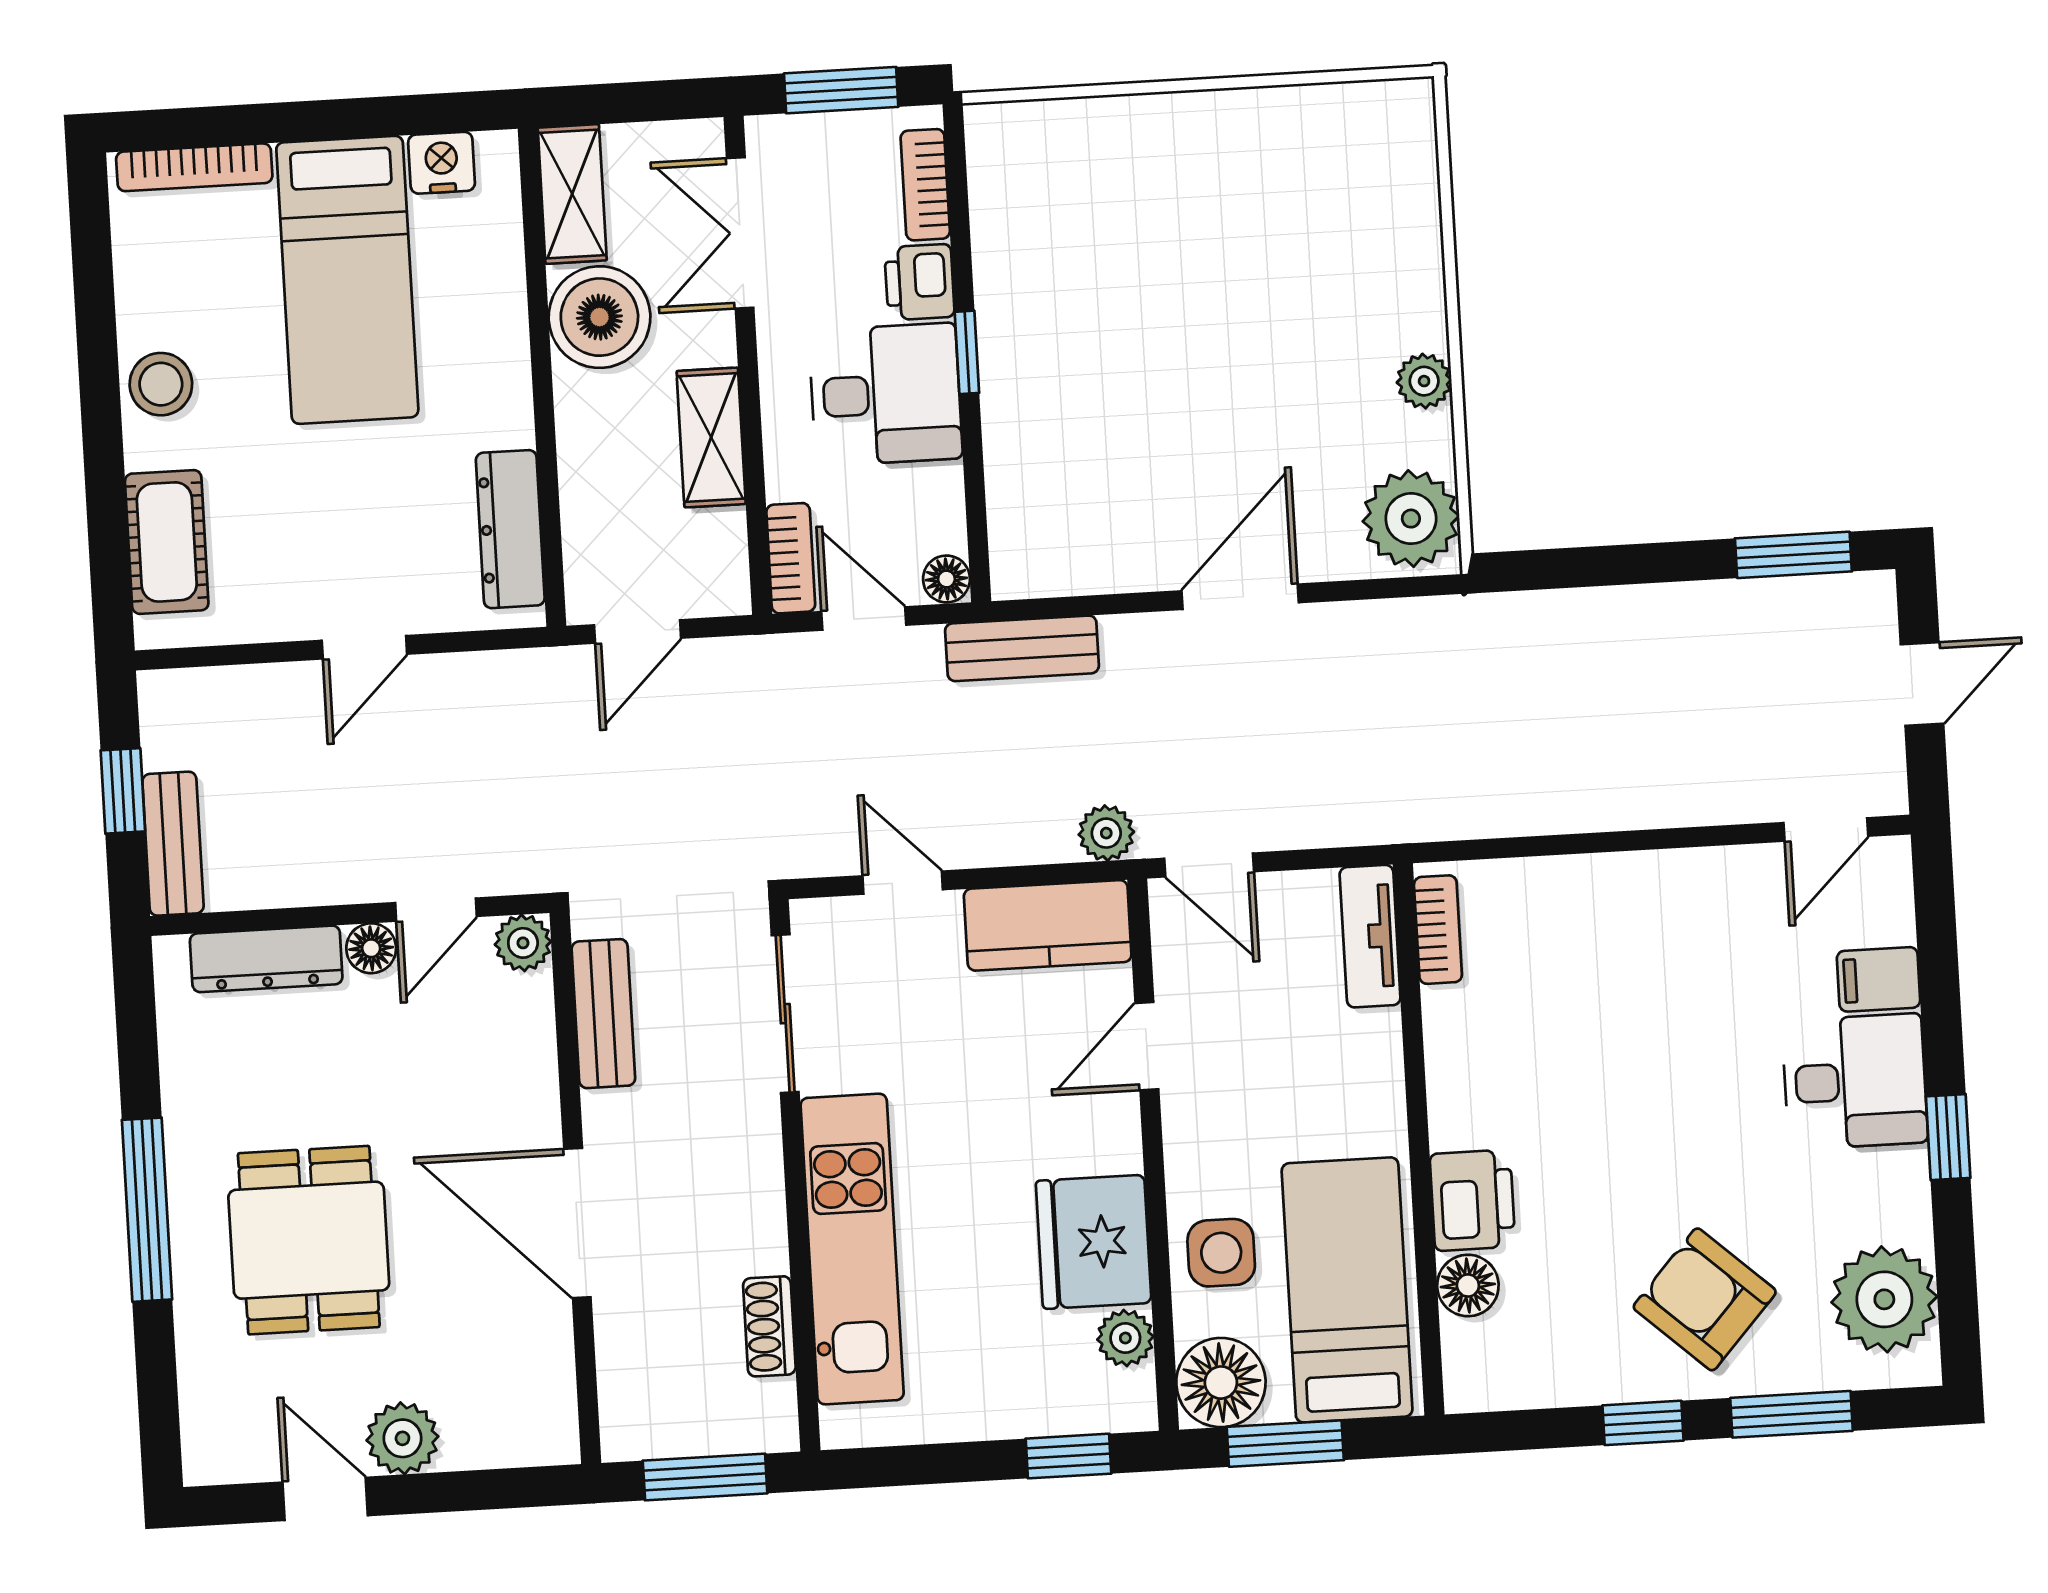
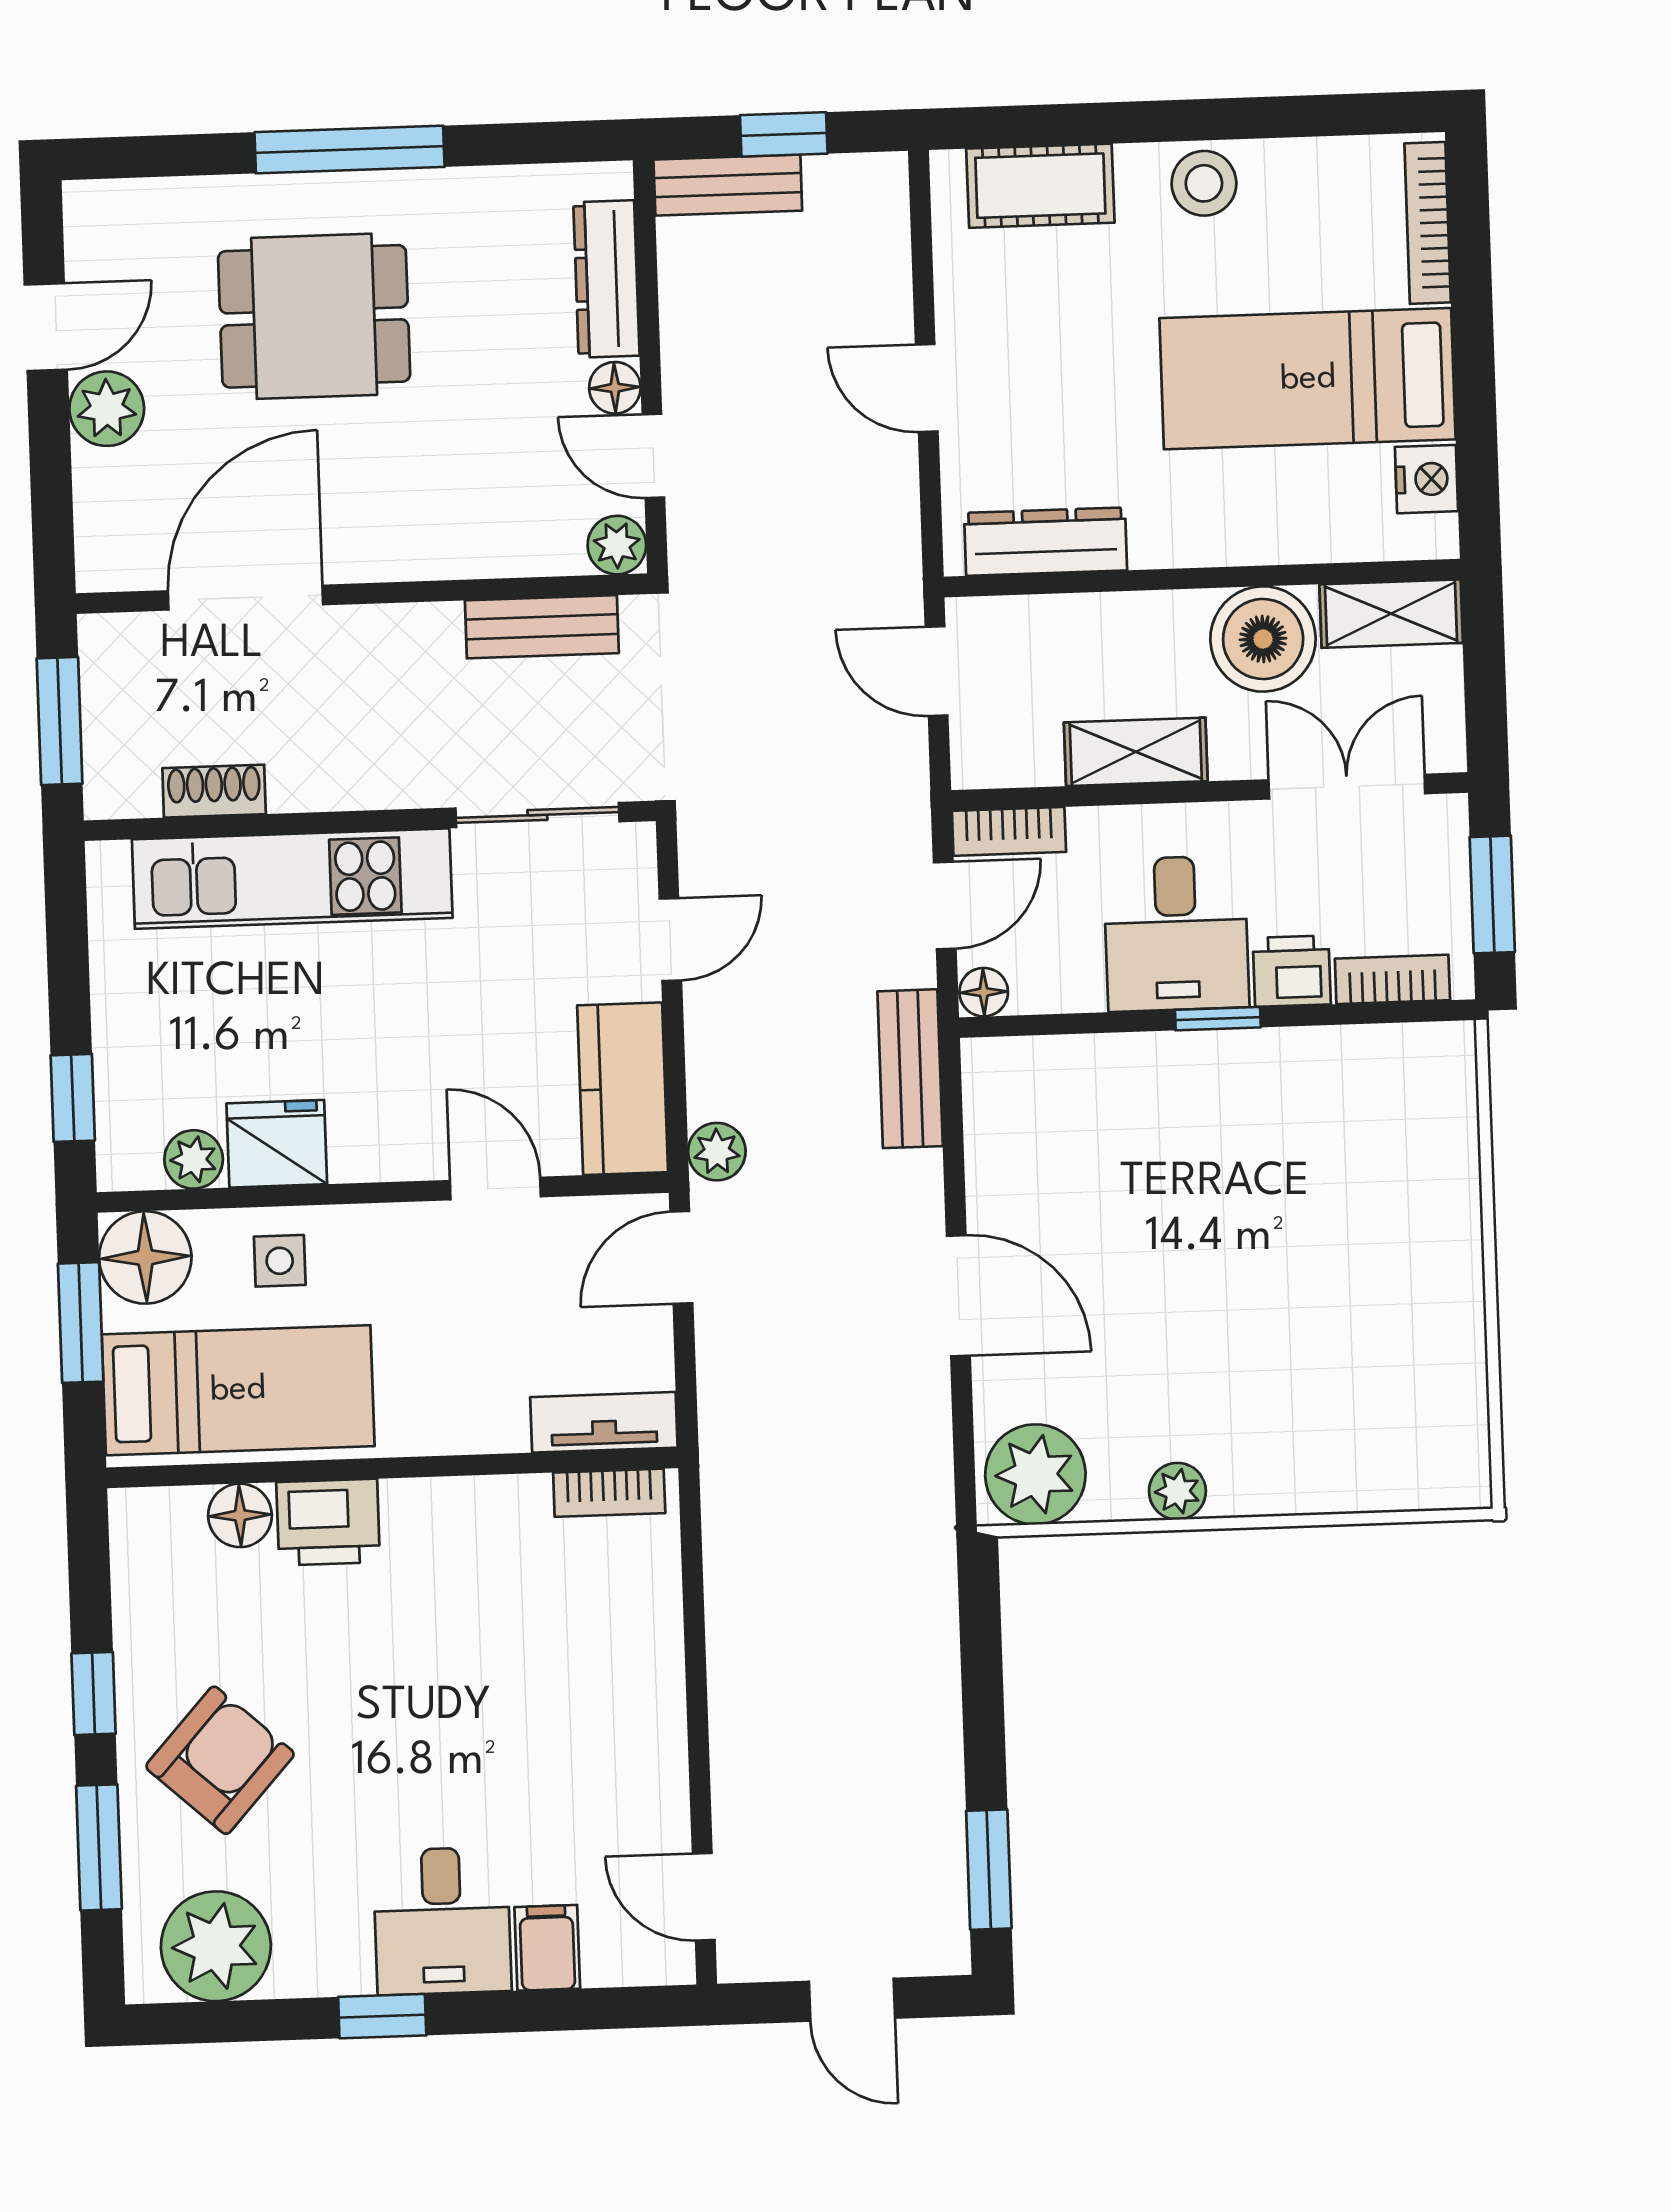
door: (577, 1223) -> (245, 598), moved
fridge: (1094, 1242) -> (277, 1144), width x0.73, depth x0.75
side table: (1221, 1253) -> (280, 1261), width x0.73, depth x0.73

